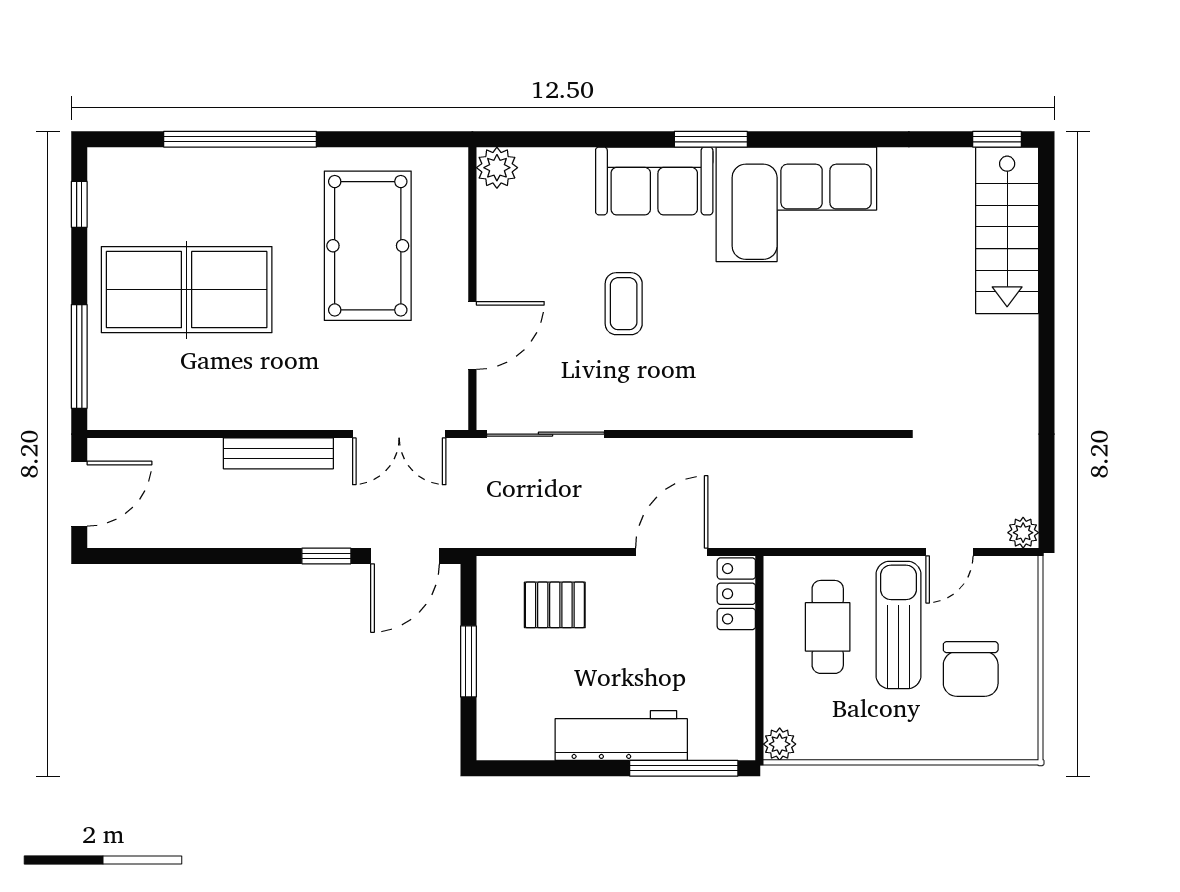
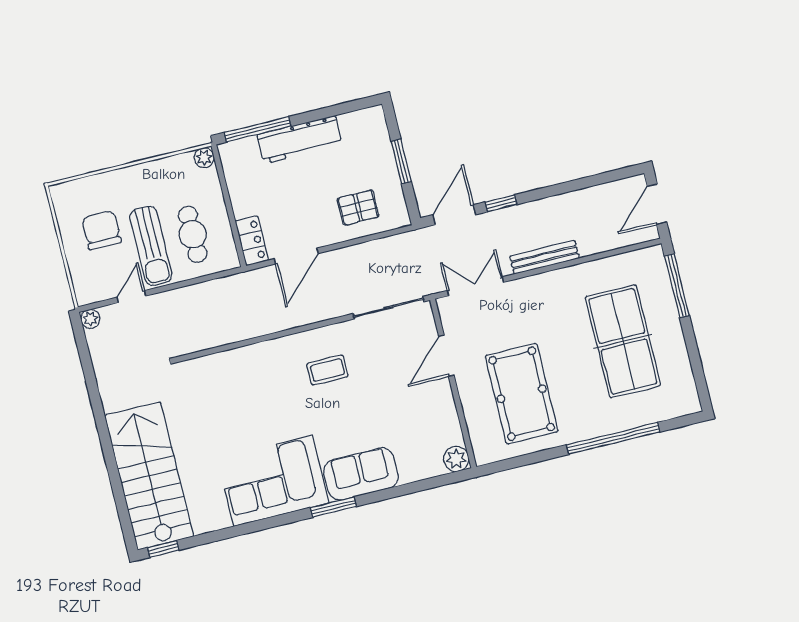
window: (79, 204) -> (699, 376), removed
stairs: (1007, 230) -> (149, 476), width x1.36, depth x1.51
table tennis table: (187, 290) -> (623, 341), turned 90
coffee table: (624, 304) -> (327, 370), moved, turned 90

